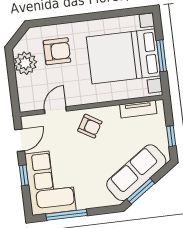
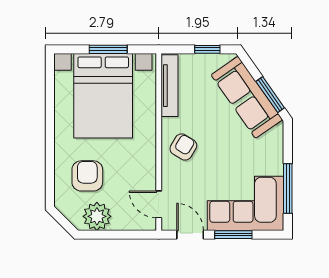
tv unit: (138, 109) -> (170, 86), width x1.41
door: (55, 110) -> (159, 204), moved
window: (24, 175) -> (233, 235), width x1.50

